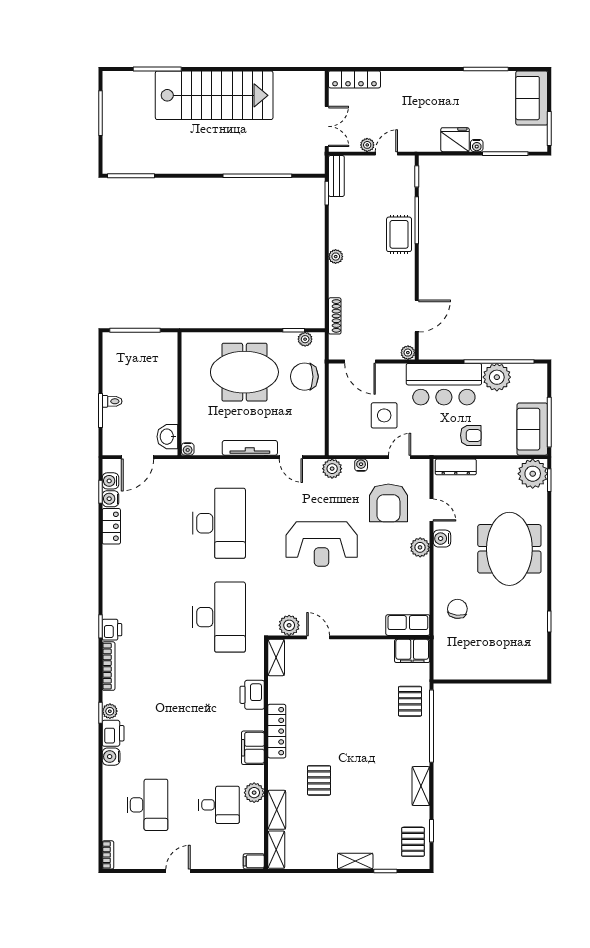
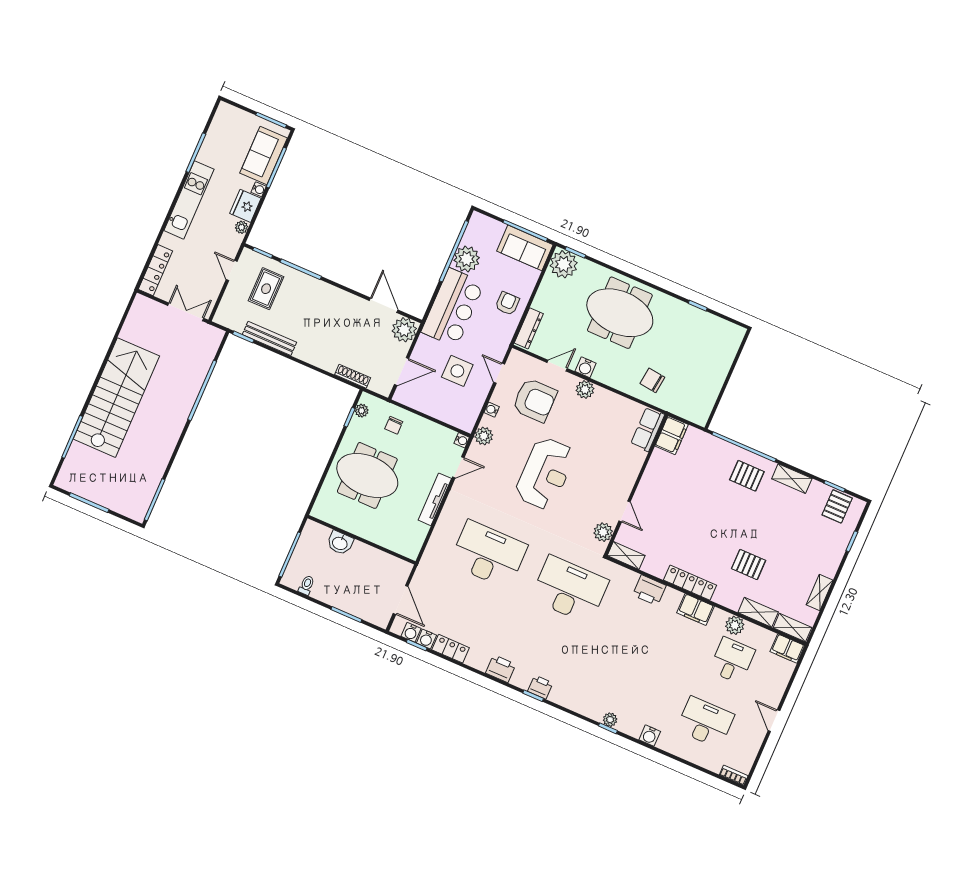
kitchen unit: (437, 82) -> (189, 200), added
sofa: (532, 98) -> (264, 155), moved, turned 90
plant: (367, 145) -> (241, 227), moved
bench: (336, 176) -> (269, 338), moved, width x1.36
rug: (399, 234) -> (266, 289), moved, turned 90
plant: (336, 257) -> (302, 353), removed
plant: (408, 353) -> (404, 330), width x1.87, depth x1.87
meeting table: (244, 372) -> (367, 475), turned 90
chair: (304, 377) -> (394, 425), width x0.54, depth x0.54
toilet: (112, 401) -> (306, 585), moved
washbasin: (167, 437) -> (340, 543), moved
water cooler: (188, 449) -> (462, 440), moved
door: (318, 637) -> (625, 511), swing flipped
bookcase: (109, 666) -> (571, 704), removed
pallet: (410, 701) -> (747, 476), moved
printer: (113, 733) -> (501, 669), moved
pallet: (413, 842) -> (837, 506), turned 90
filing cabinet: (254, 861) -> (787, 649), width x2.00
shelving: (355, 861) -> (820, 593), moved

